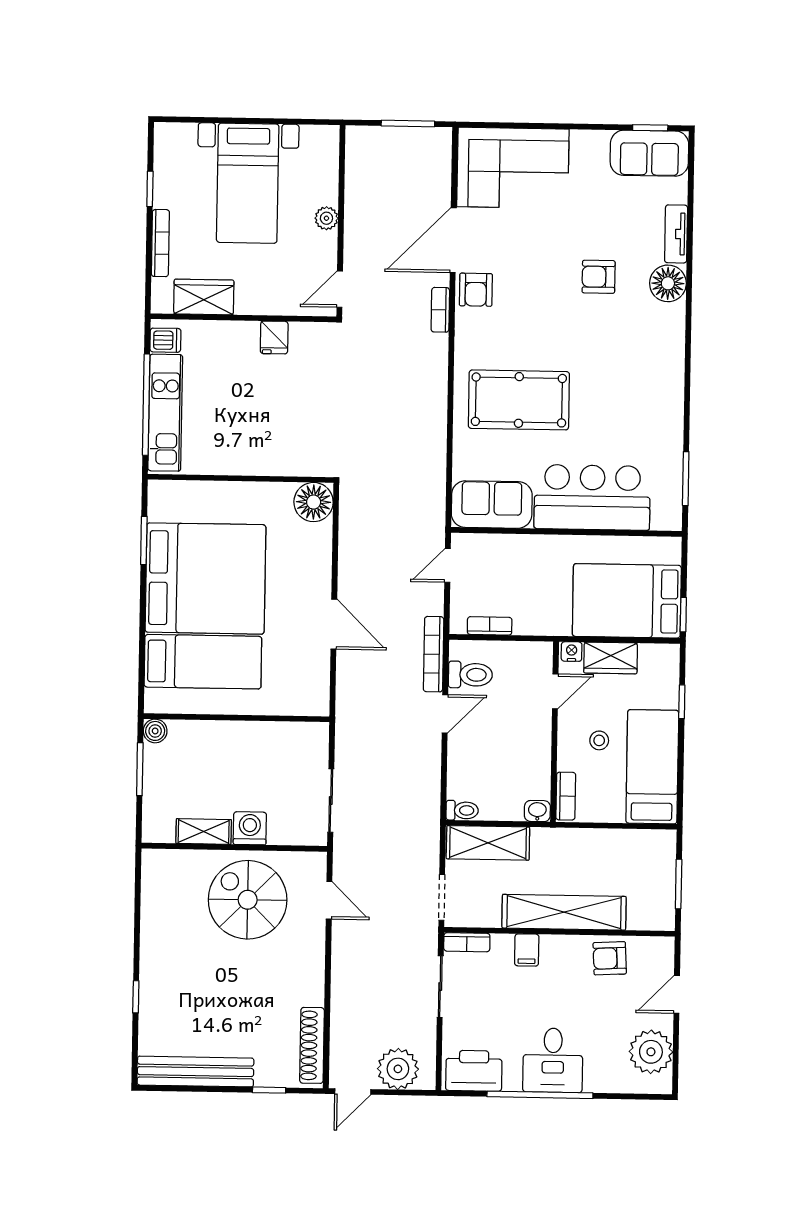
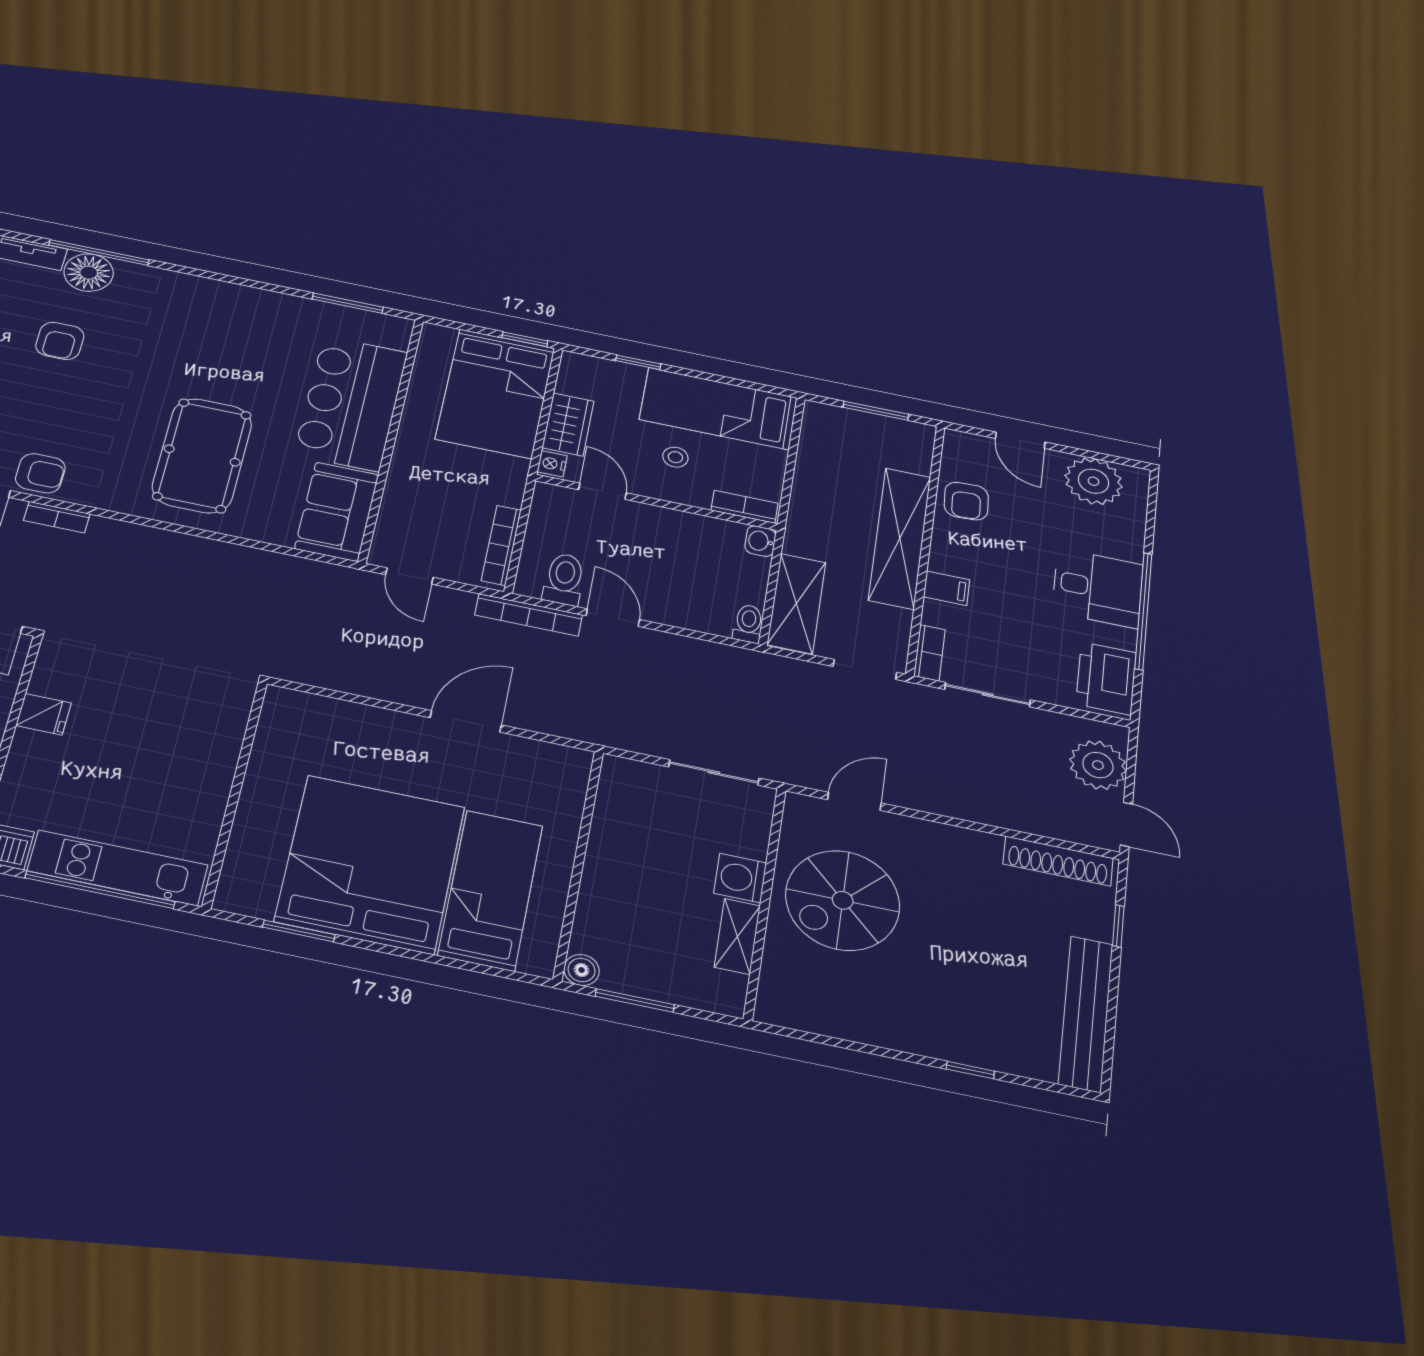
window: (689, 287) -> (99, 252), added
floor lamp: (314, 502) -> (289, 712), removed
bookcase: (490, 626) -> (501, 545), width x1.56

